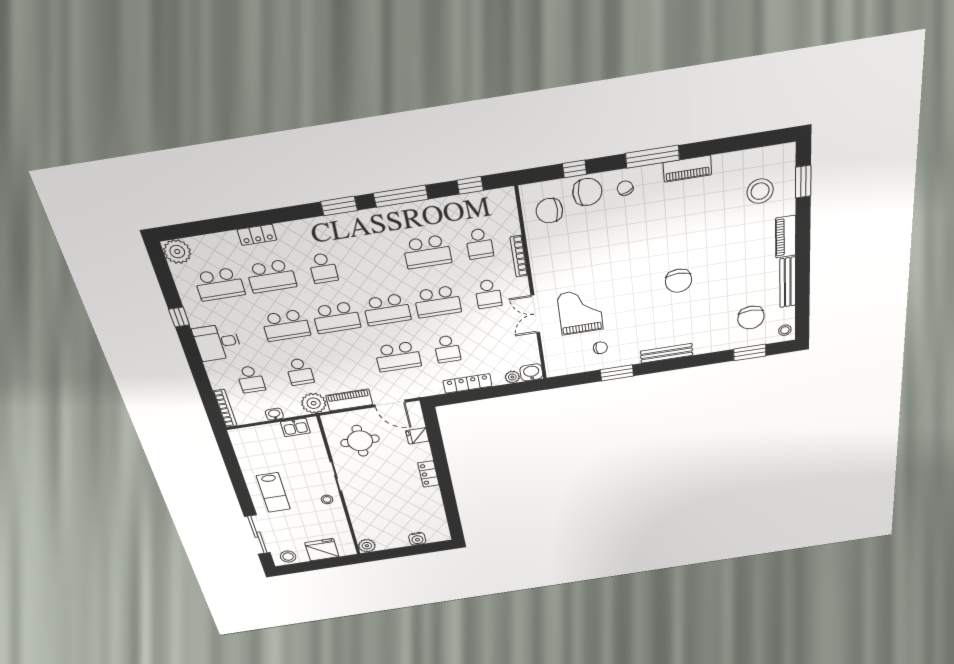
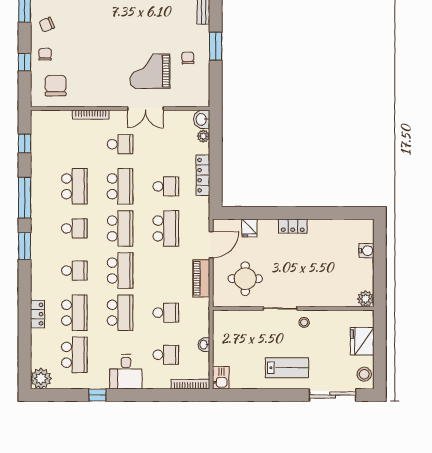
chair: (587, 192) -> (45, 54), width x0.54, depth x0.54
chair: (549, 211) -> (56, 86), turned 180
school desk: (479, 244) -> (74, 228), moved
plant: (314, 403) -> (199, 309), removed
kitchen sink: (295, 427) -> (221, 378), moved

